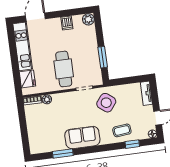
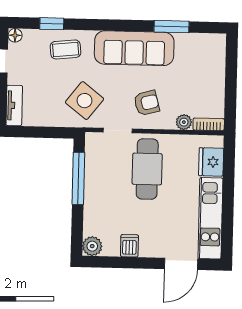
window: (103, 57) -> (78, 178), width x1.44
armchair: (70, 107) -> (147, 103), added
sofa: (82, 138) -> (134, 48), width x1.36

